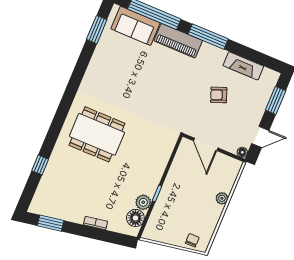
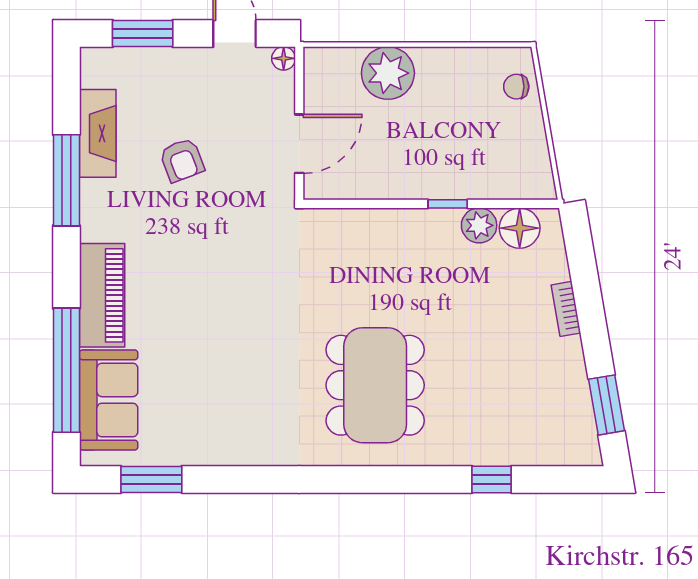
window: (208, 37) -> (66, 180), moved
plant: (222, 198) -> (388, 73), width x1.88, depth x1.88

